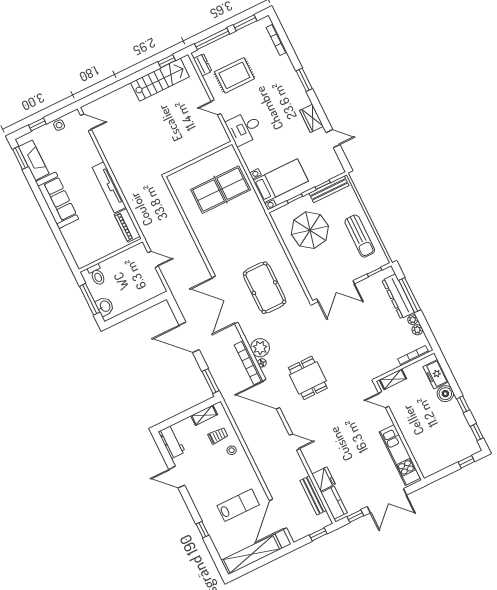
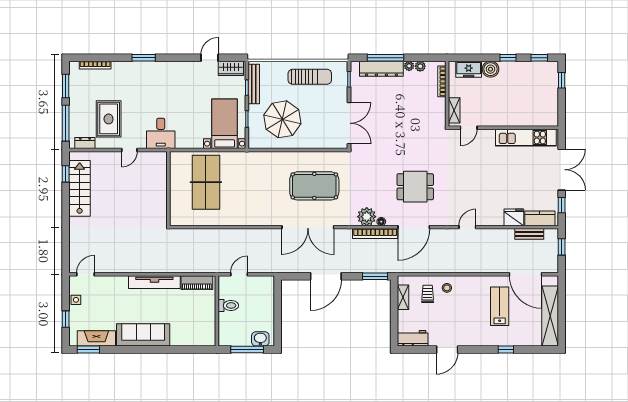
wardrobe: (311, 118) -> (231, 68), moved
toilet: (97, 275) -> (228, 305), moved
bench: (313, 495) -> (529, 234), width x0.73

